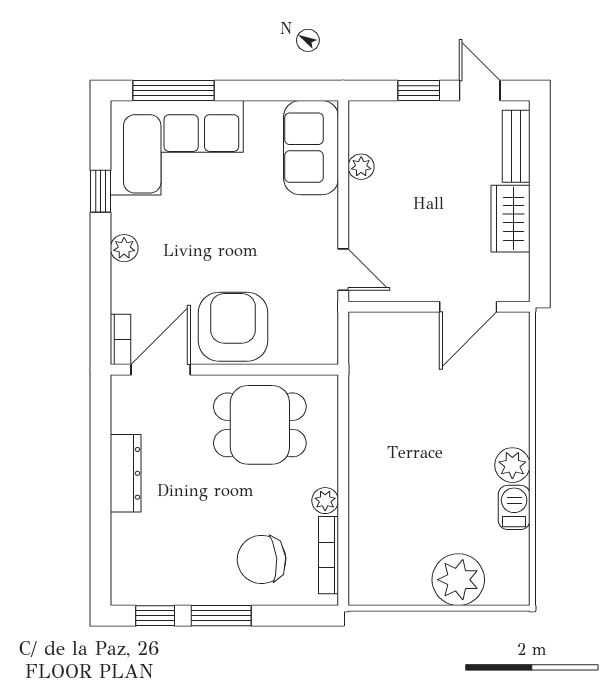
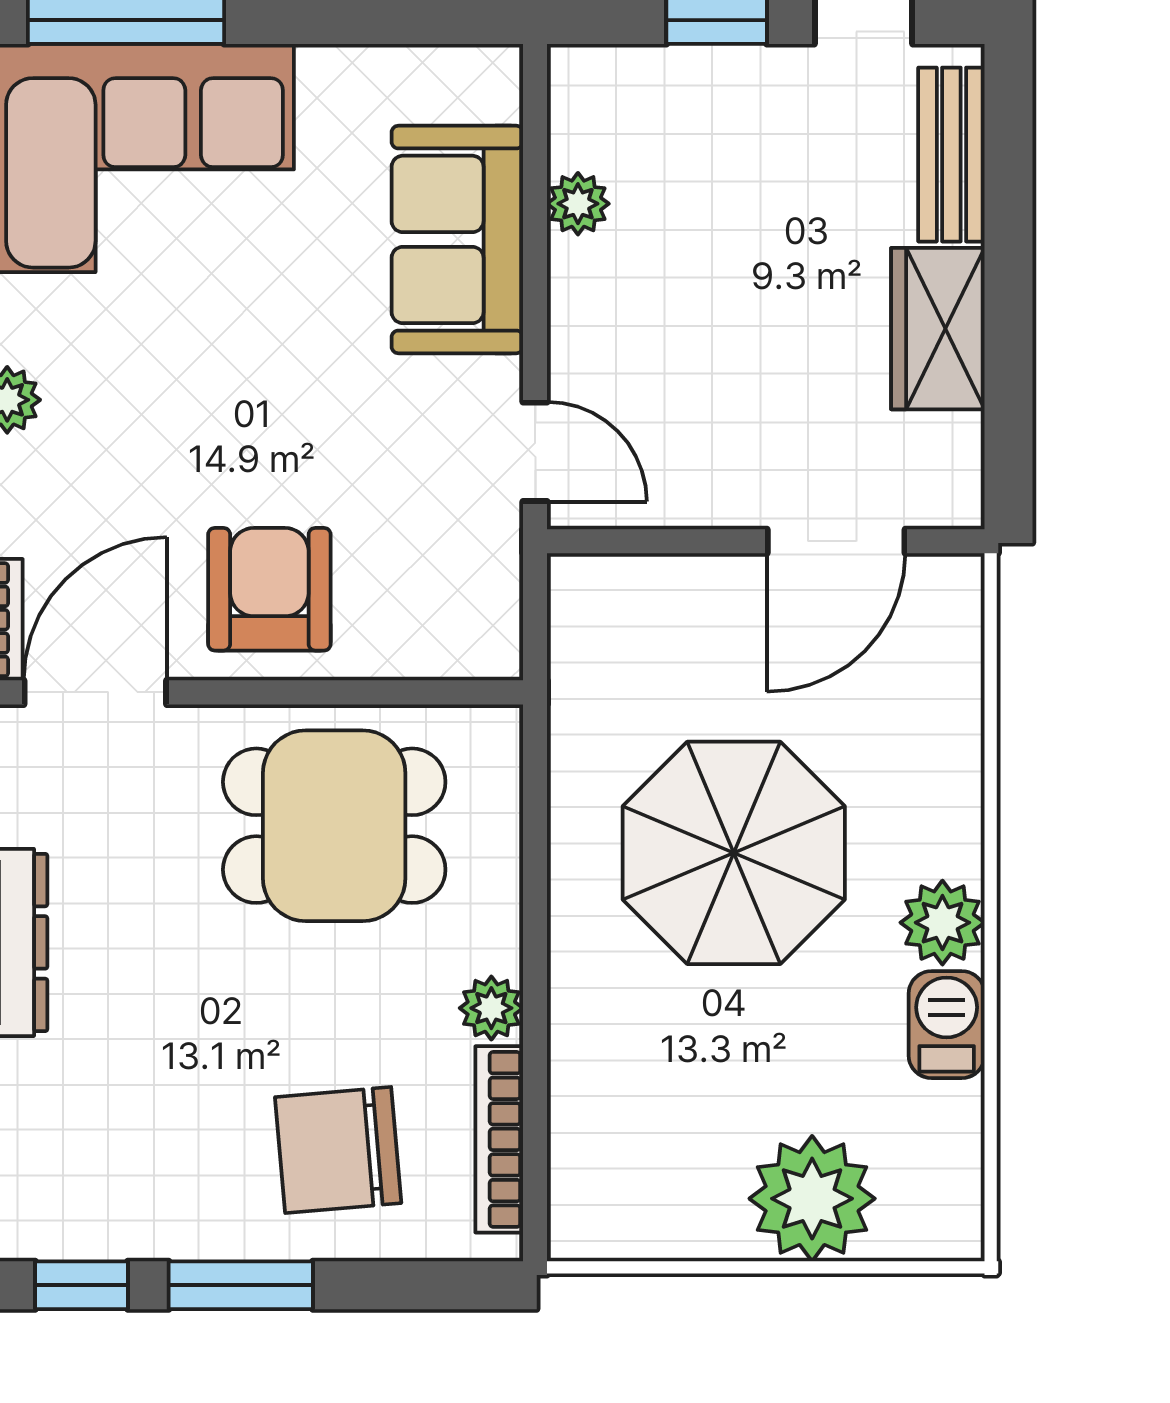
sofa: (311, 148) -> (457, 239), moved
armchair: (233, 327) -> (269, 589), width x0.73, depth x0.73
parasol: (426, 436) -> (734, 853), added

